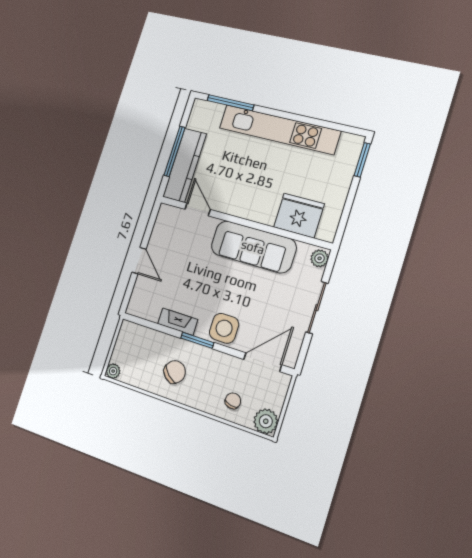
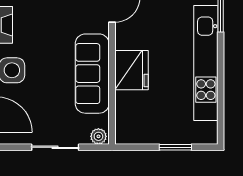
window: (362, 160) -> (175, 147), moved
fridge: (299, 215) -> (131, 70), moved

